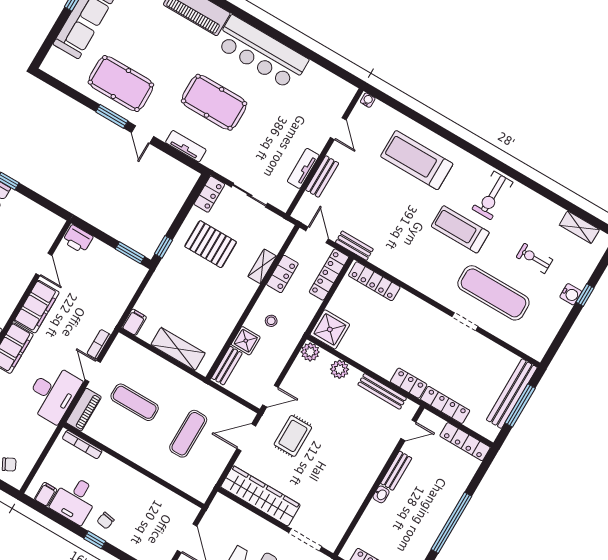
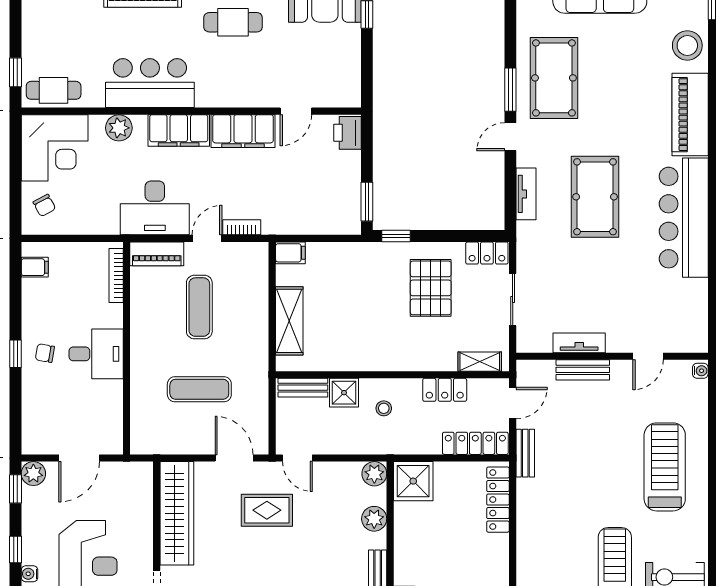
shelving: (262, 266) -> (480, 362), moved
desk: (75, 500) -> (96, 354), moved, turned 180

